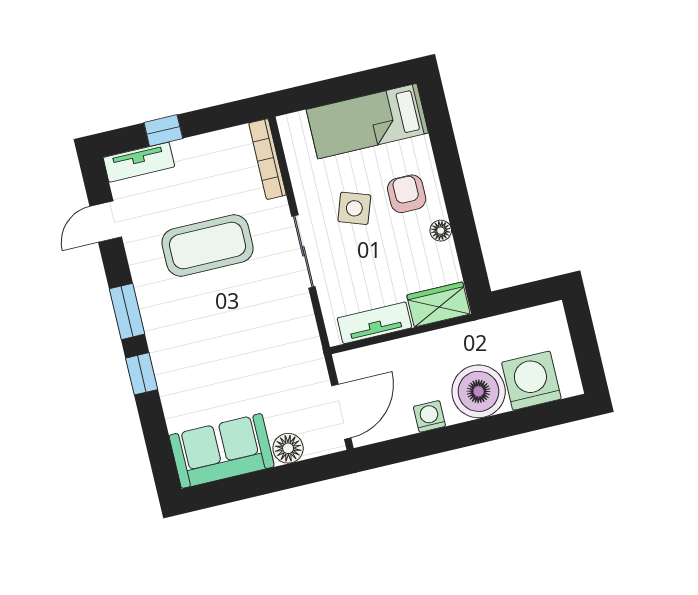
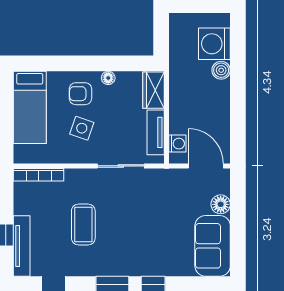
tv unit: (139, 162) -> (22, 246), width x1.41
coffee table: (207, 246) -> (83, 224), width x0.73, depth x0.76
sliding door: (303, 251) -> (121, 166), moved
boiler: (479, 391) -> (221, 70), width x0.54, depth x0.54
washing machine: (429, 416) -> (177, 144), moved, turned 180

